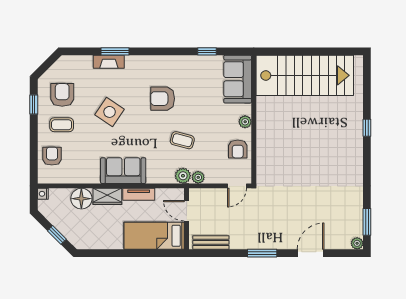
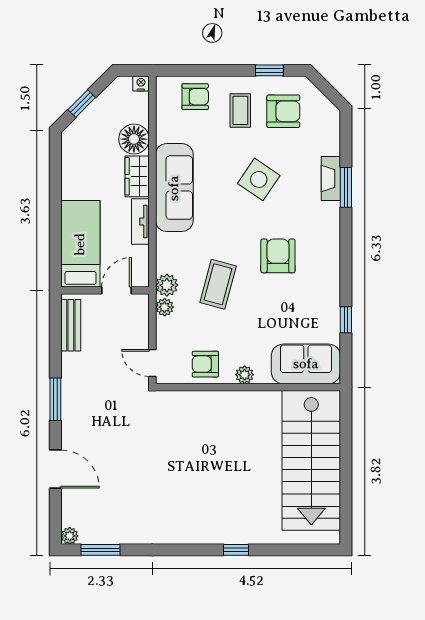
coffee table: (182, 140) -> (218, 284), width x1.36, depth x1.30
sofa: (123, 171) -> (174, 188), width x1.36

